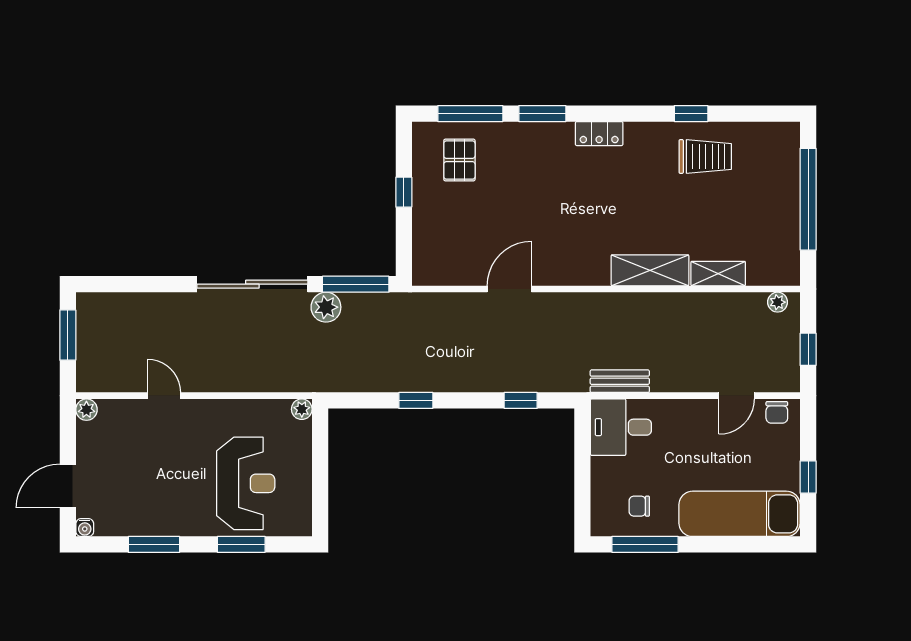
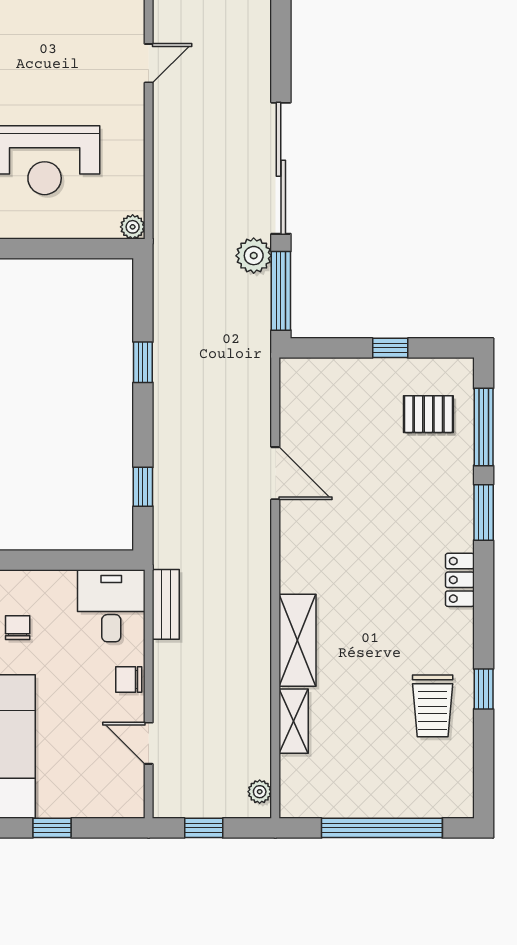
chair: (777, 412) -> (129, 679), moved

